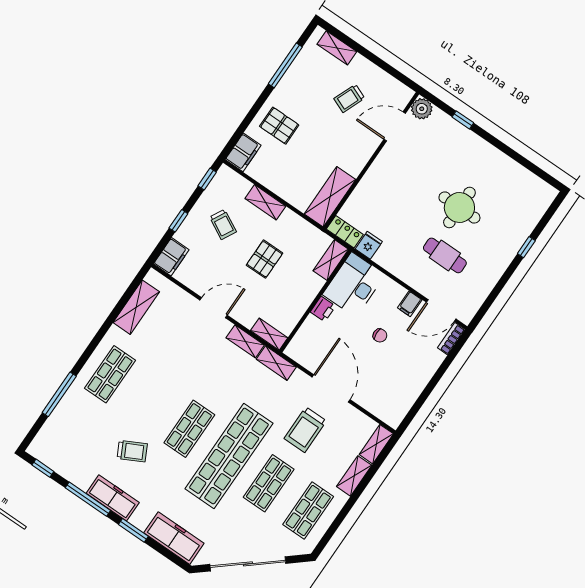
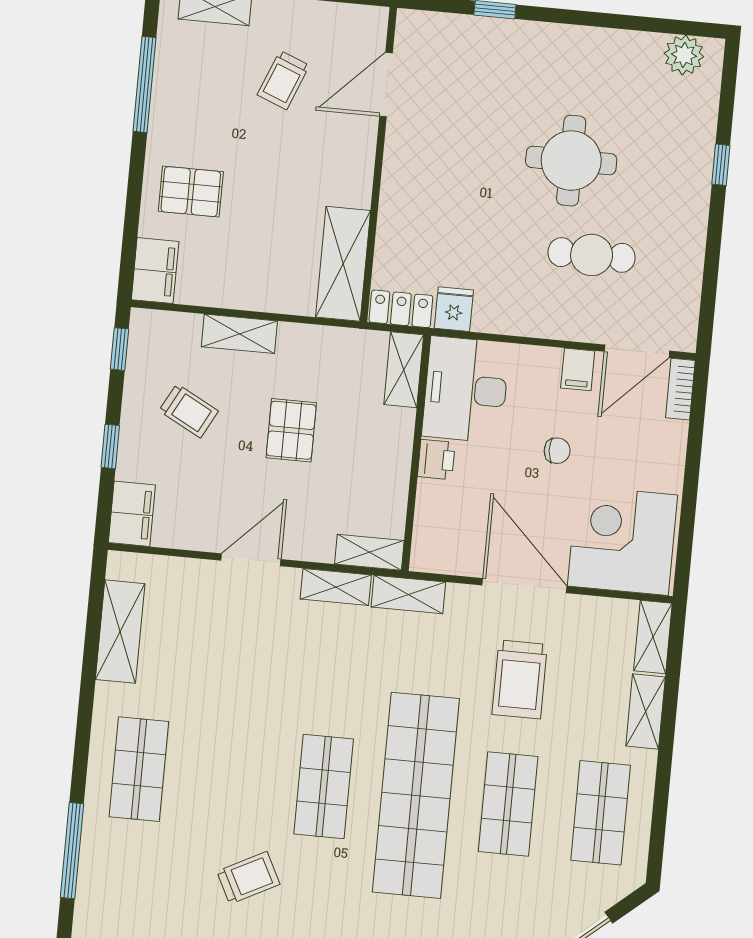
plant: (422, 109) -> (684, 55), moved
corner desk: (387, 393) -> (623, 540), added

